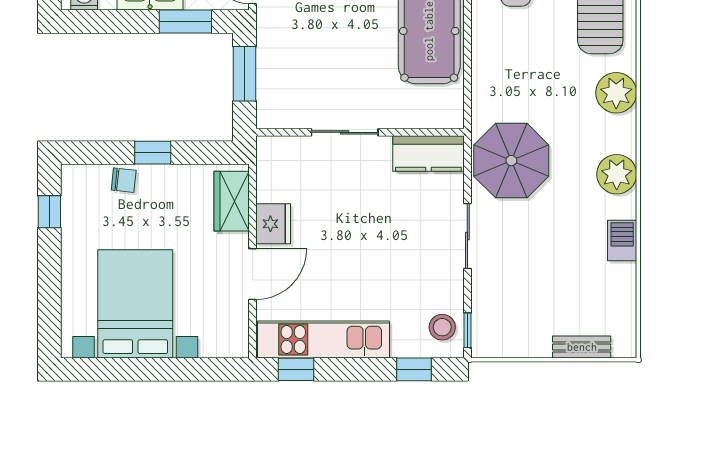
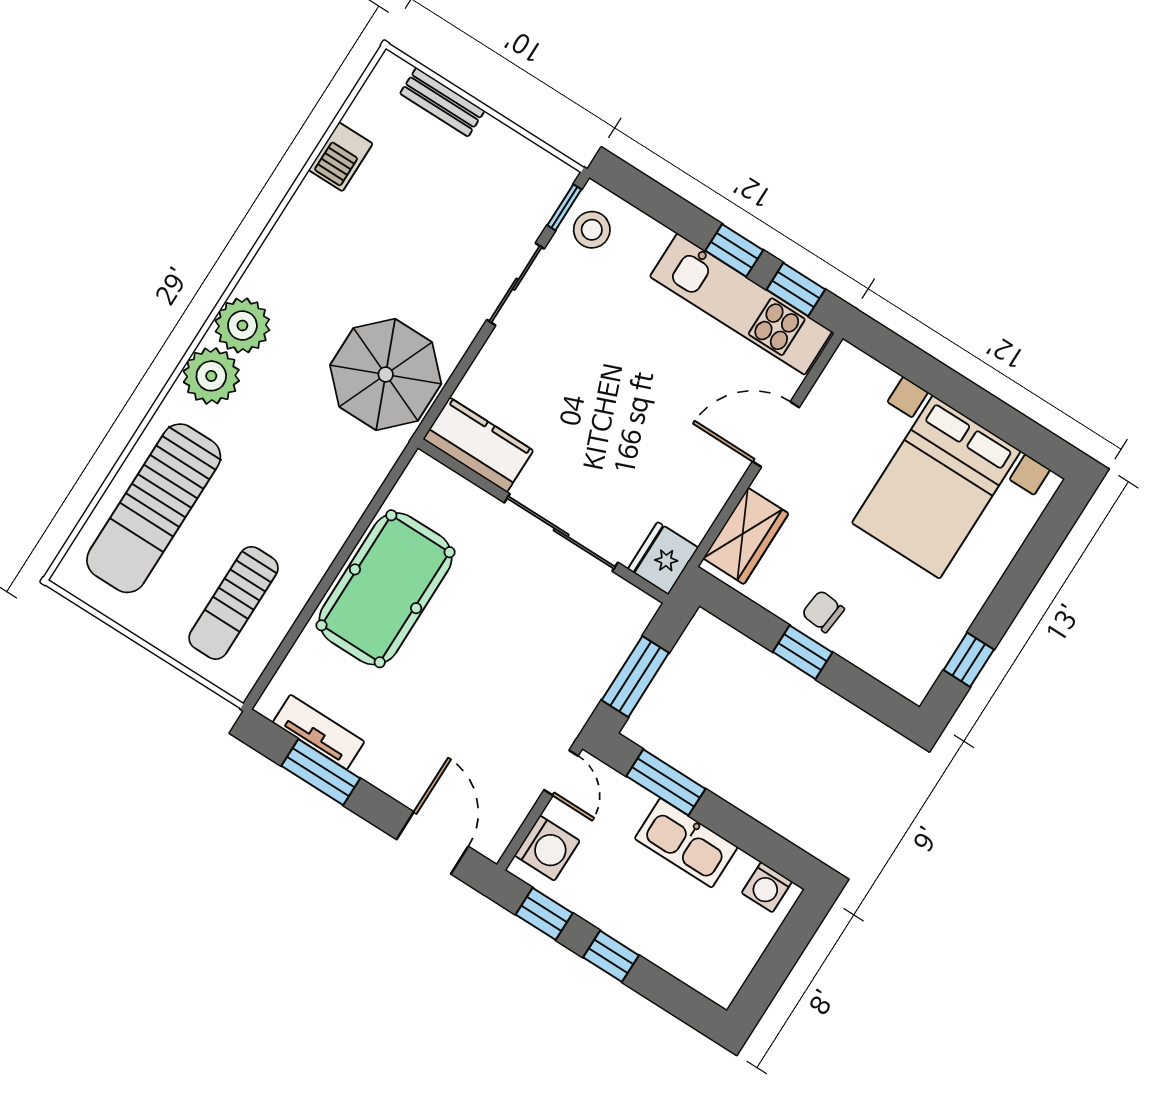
sliding door: (345, 132) -> (561, 533), width x1.37
plant: (617, 174) -> (242, 325), moved
chair: (124, 180) -> (823, 611), moved
fridge: (273, 224) -> (663, 558), moved
sliding door: (467, 236) -> (516, 284), moved
barbecue: (622, 240) -> (341, 157), moved
window: (414, 369) -> (734, 250), moved

